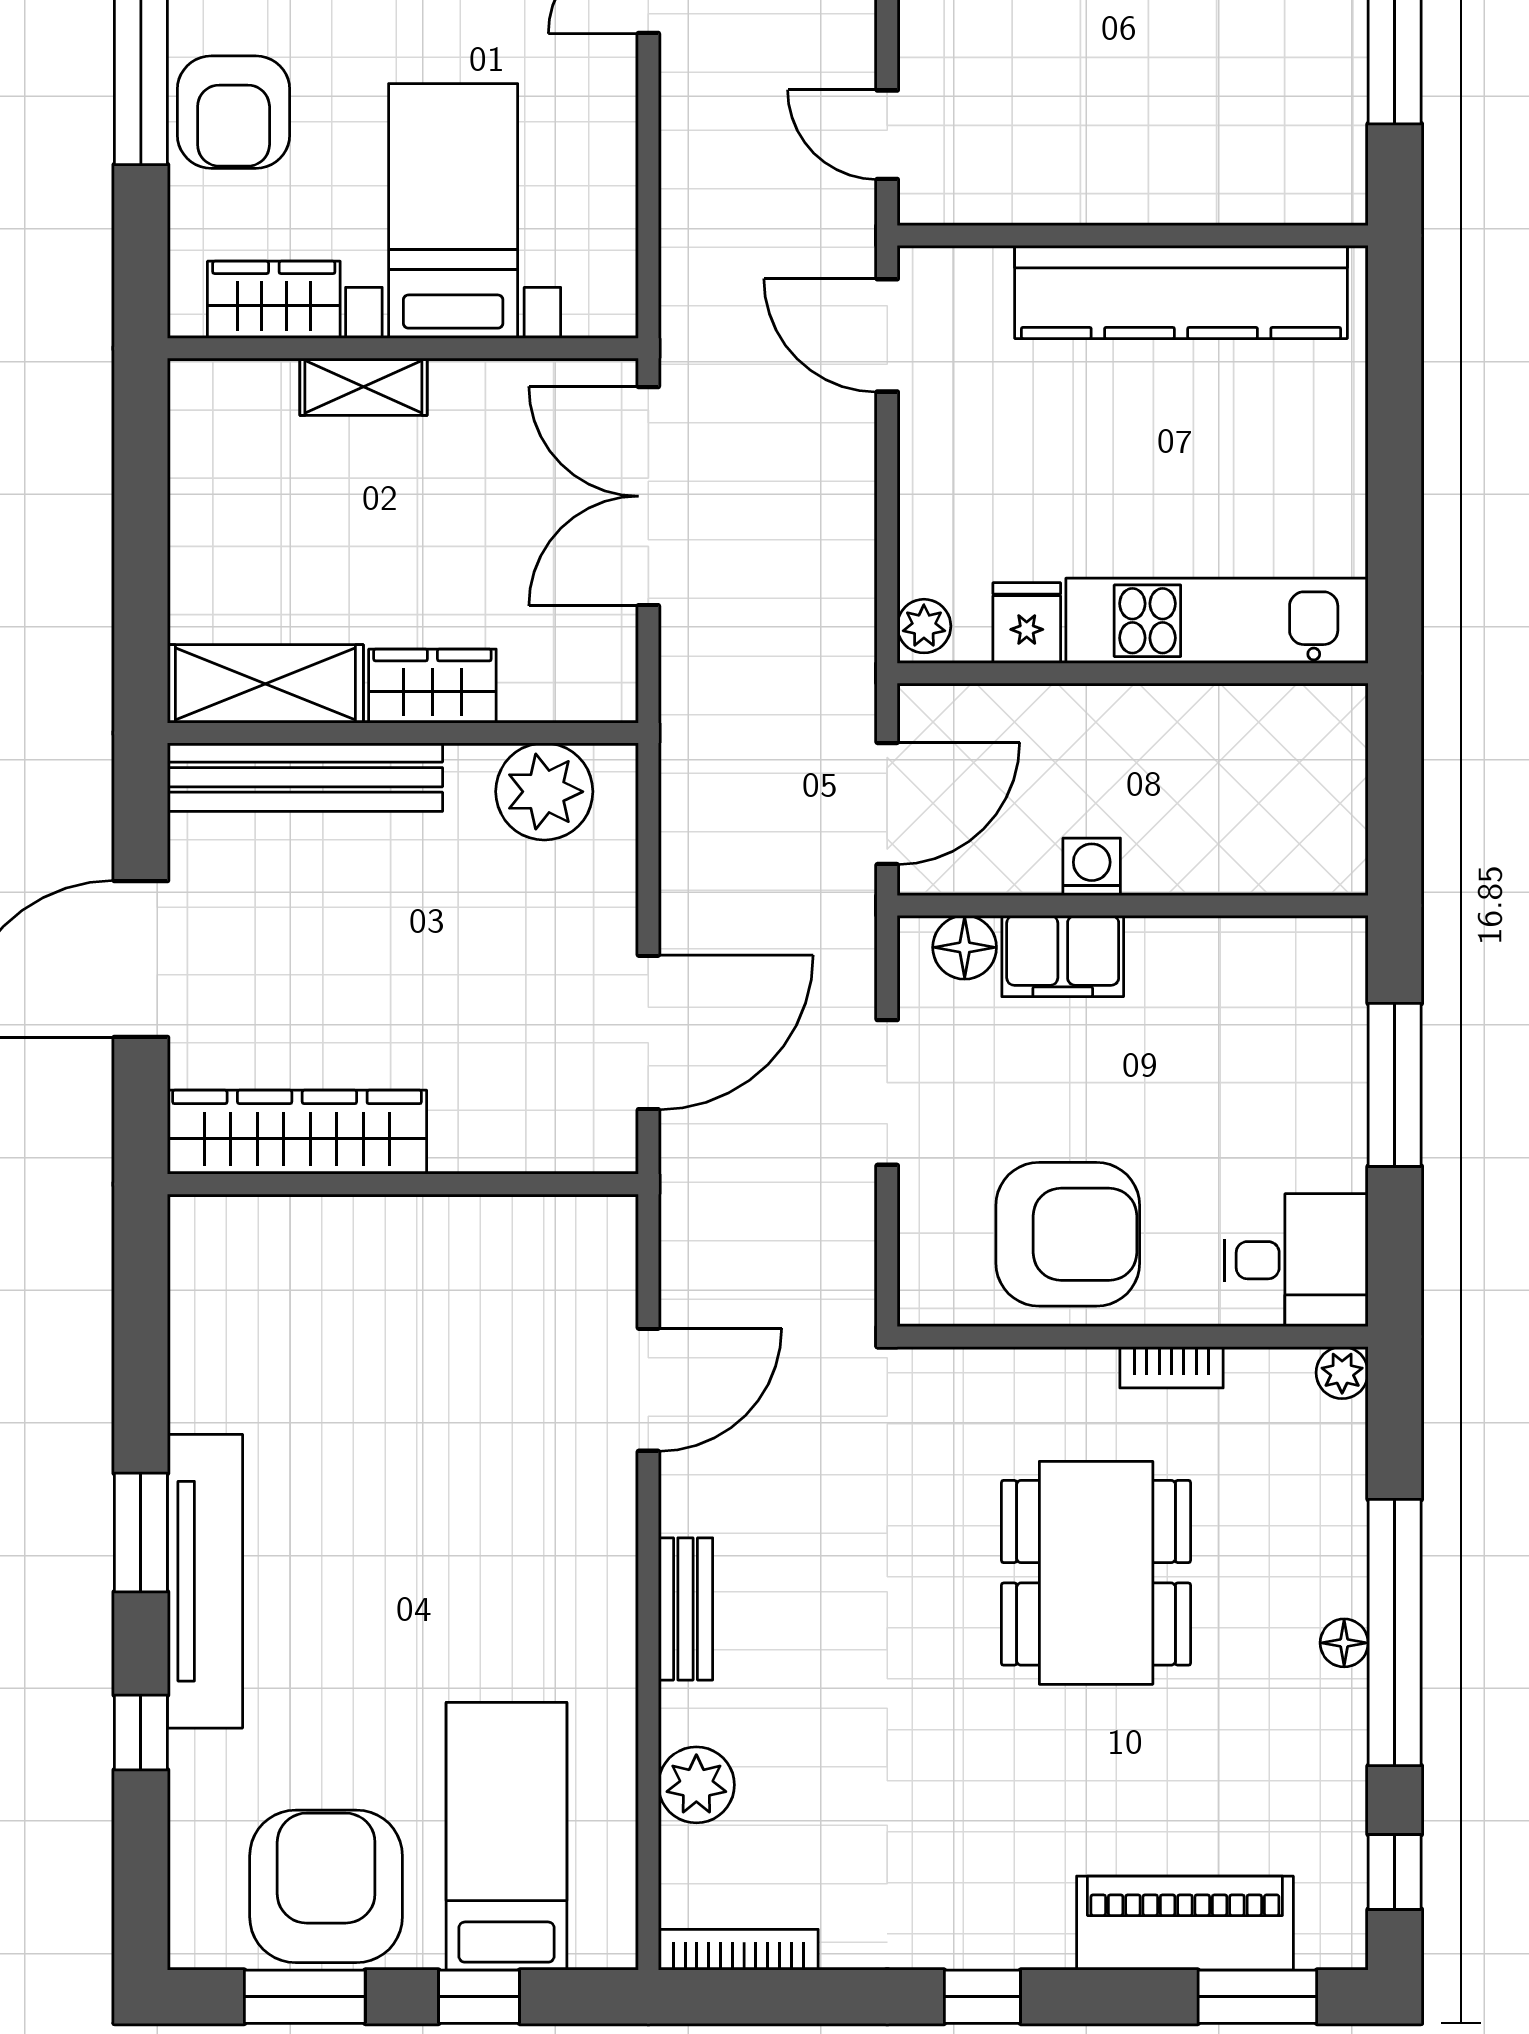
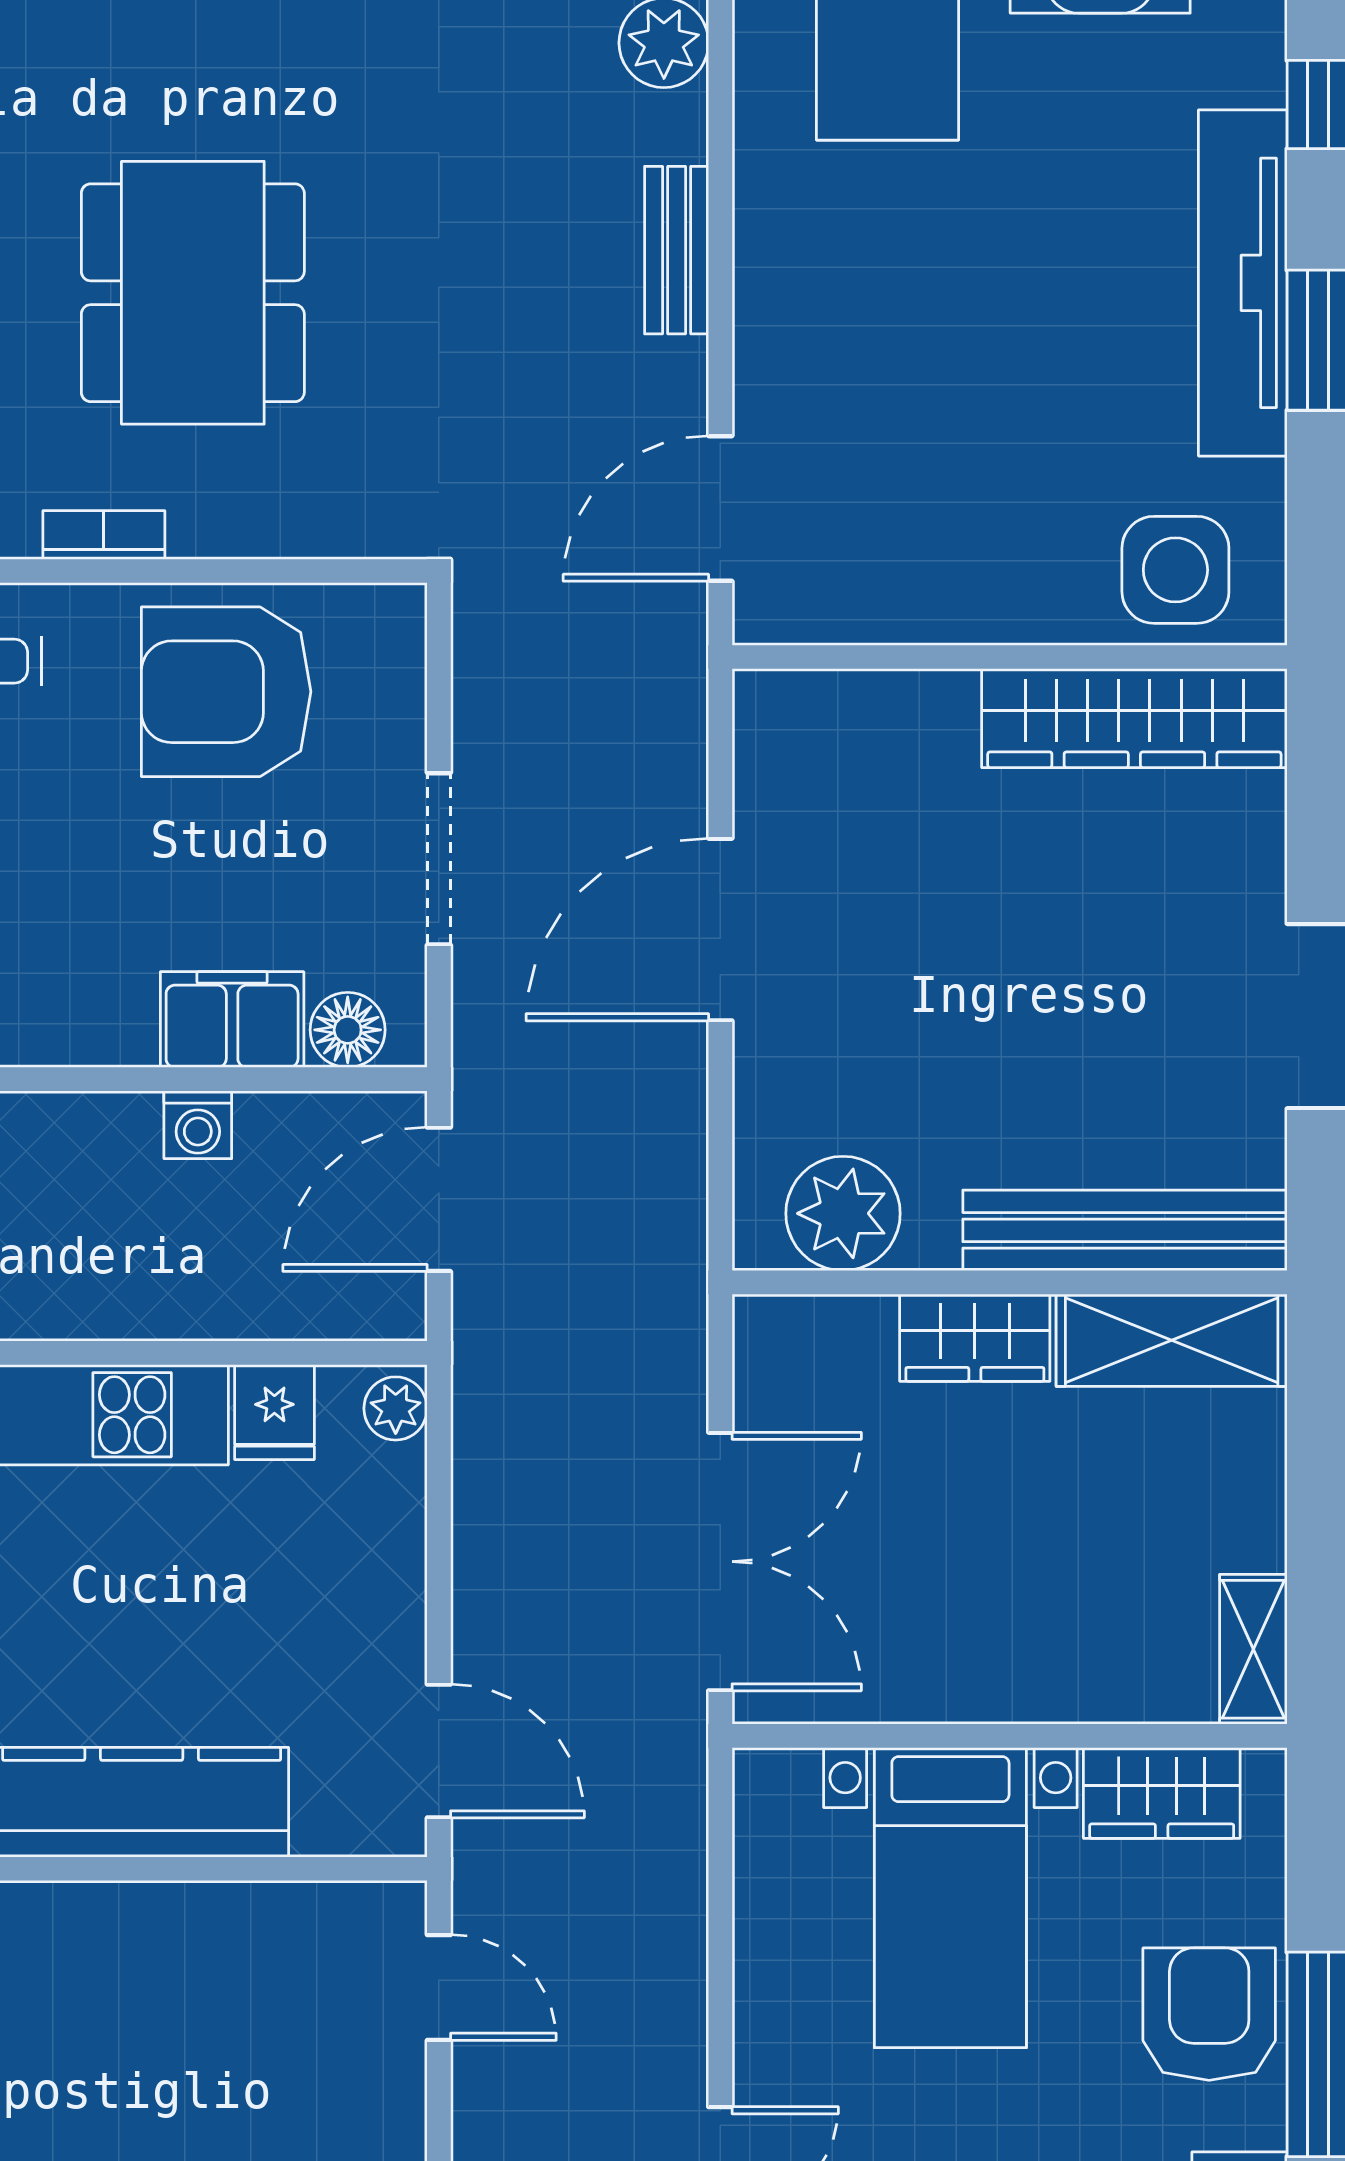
shelving: (363, 387) -> (1253, 1649), moved, turned 90
wardrobe: (297, 1132) -> (1134, 718), moved
wall: (403, 1184) -> (1010, 657), moved
side table: (262, 1338) -> (1175, 570), added

